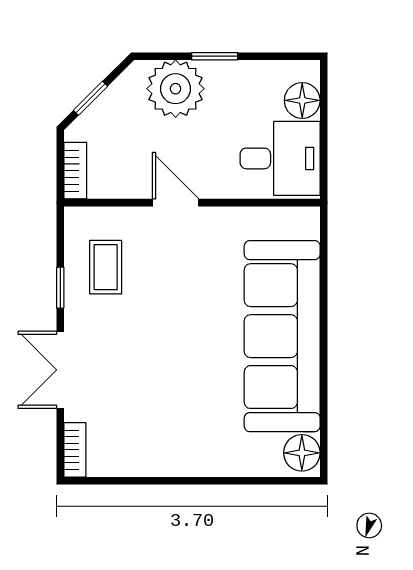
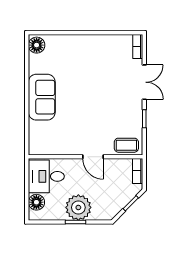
plant: (176, 89) -> (78, 207), moved
coffee table: (106, 267) -> (126, 145), moved, turned 90
sofa: (282, 336) -> (42, 97), width x0.54, depth x0.79

